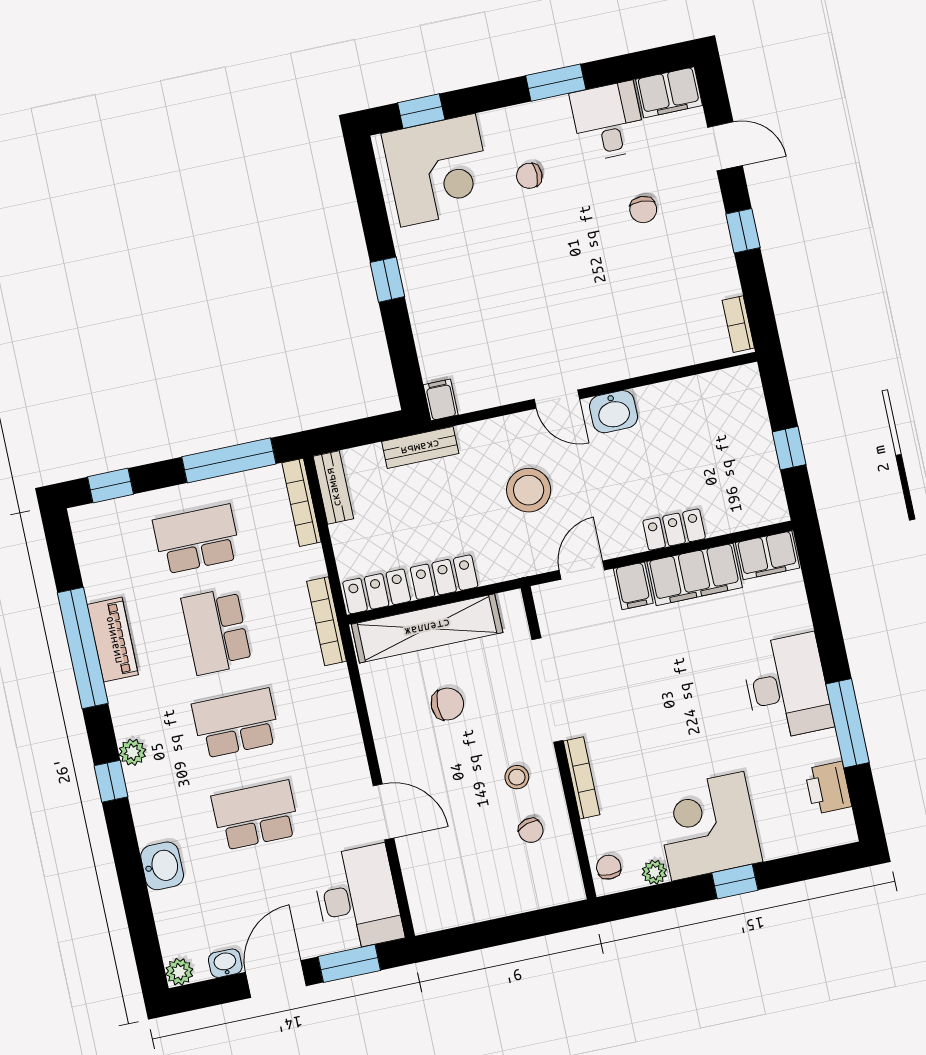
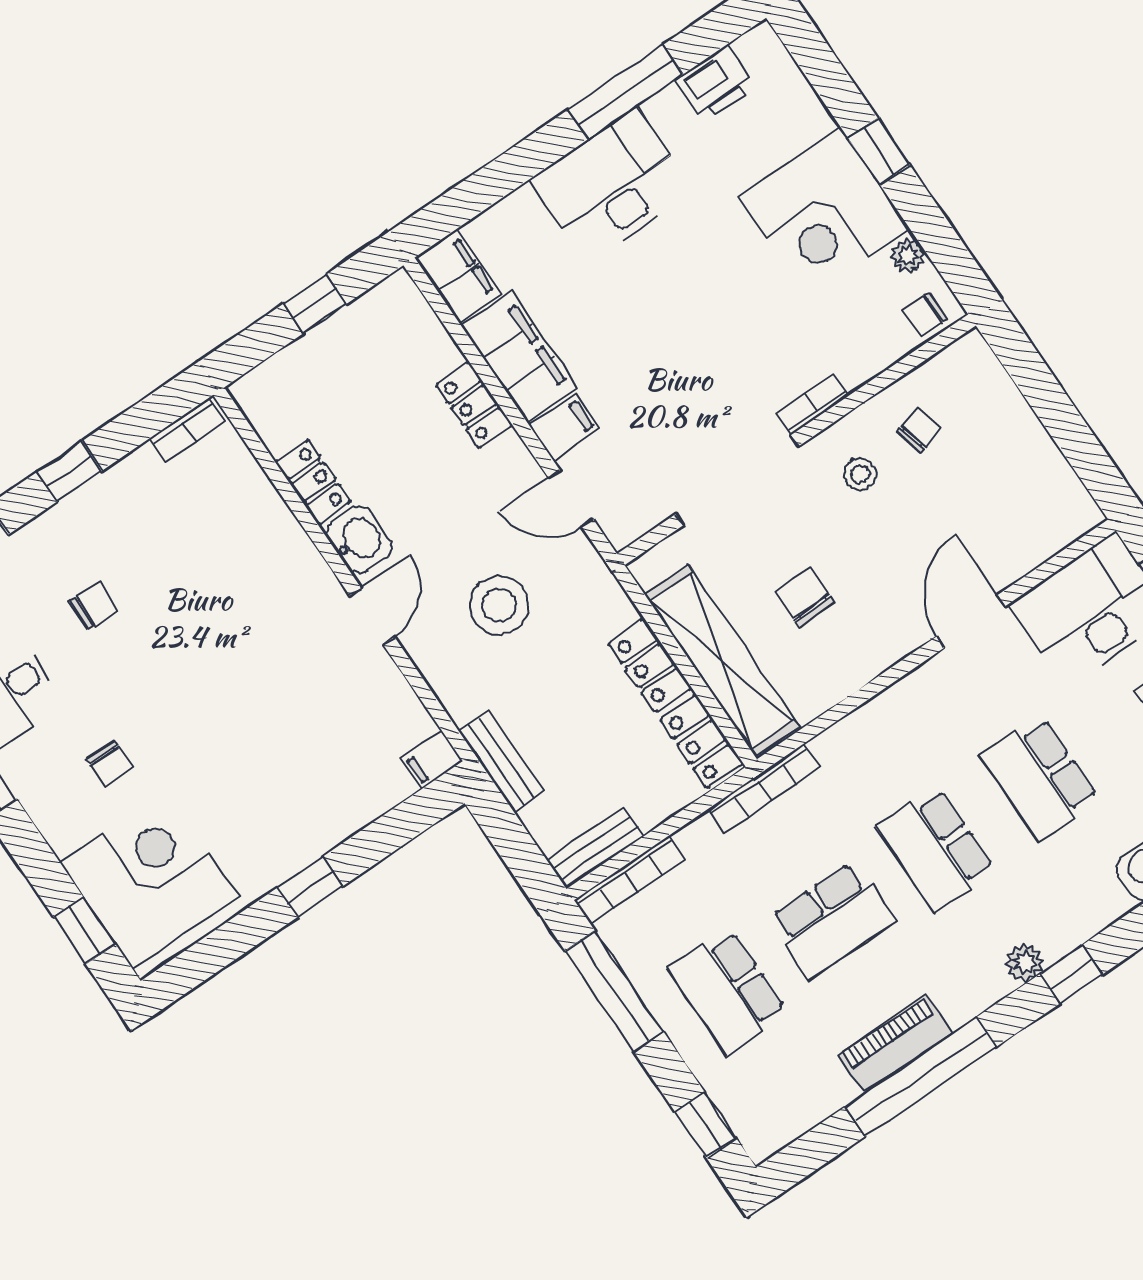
locker: (667, 396) -> (313, 482), added
bookcase: (582, 778) -> (812, 404), width x0.64

